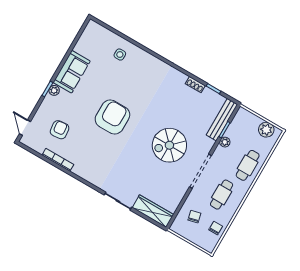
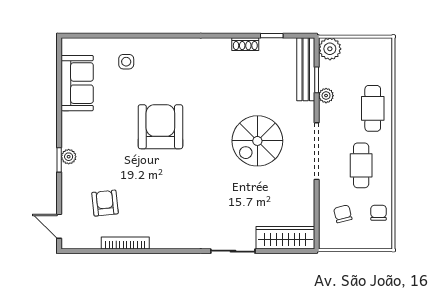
sofa: (72, 72) -> (77, 83), moved
armchair: (112, 117) -> (160, 127), moved
plant: (266, 130) -> (330, 49), moved

